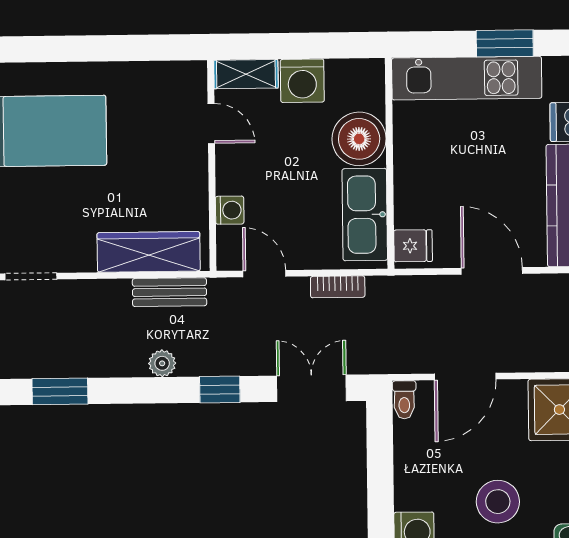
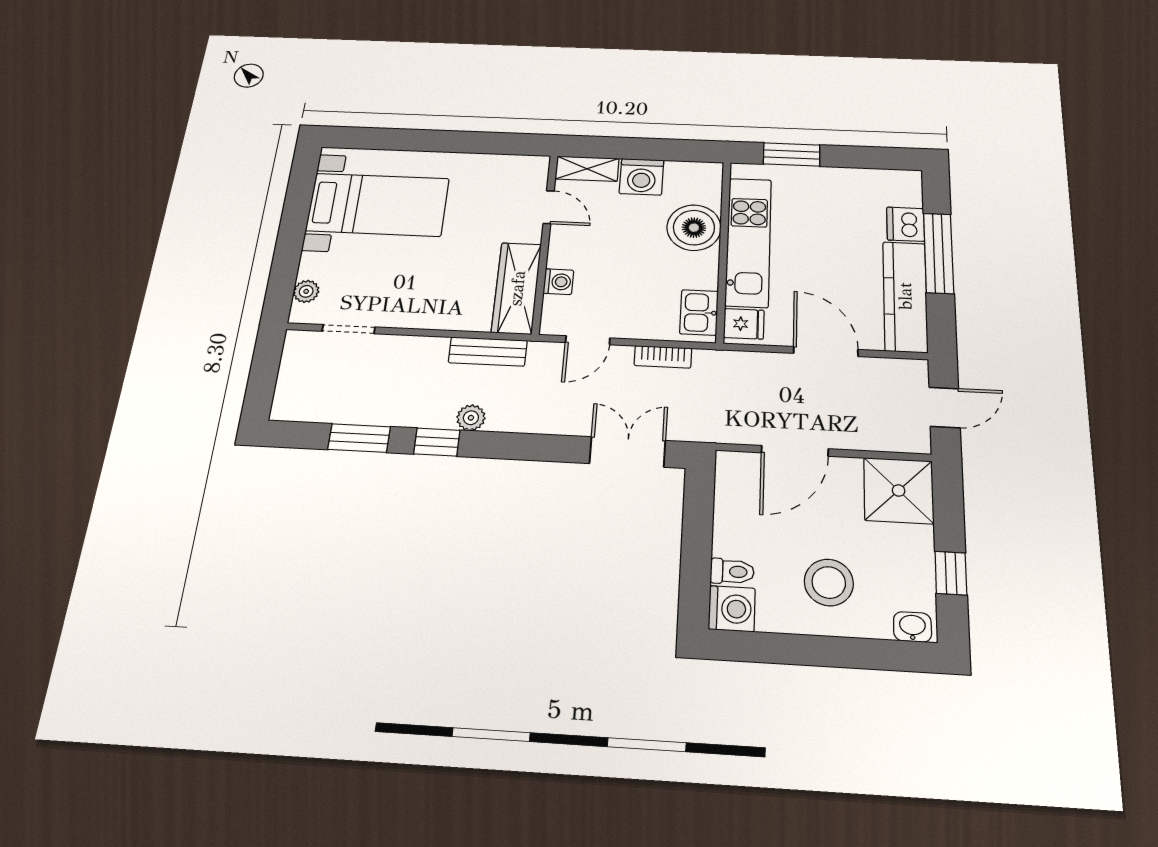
window: (505, 43) -> (792, 154), moved
kitchen unit: (467, 78) -> (748, 242), moved, turned -90
kitchen sink: (365, 215) -> (699, 312), width x0.53, depth x0.81
wardrobe: (149, 252) -> (517, 288), moved, turned -90
door: (264, 274) -> (588, 340), swing flipped
window: (220, 389) -> (437, 442), moved
toilet: (404, 400) -> (732, 572), moved, turned -90

